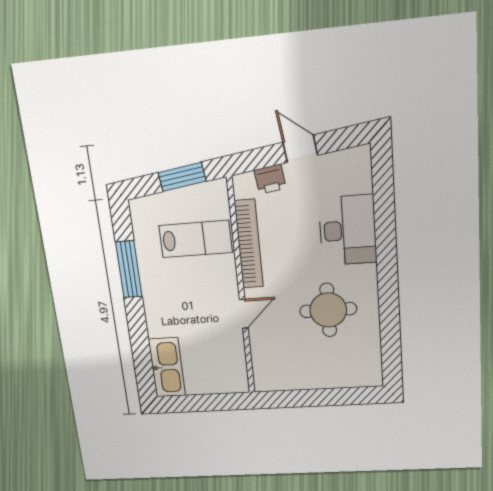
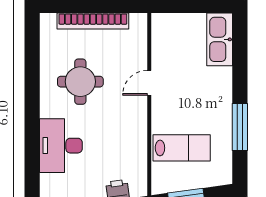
lab bench: (196, 239) -> (182, 148), turned 180
bookcase: (249, 244) -> (93, 21), moved, turned -90

